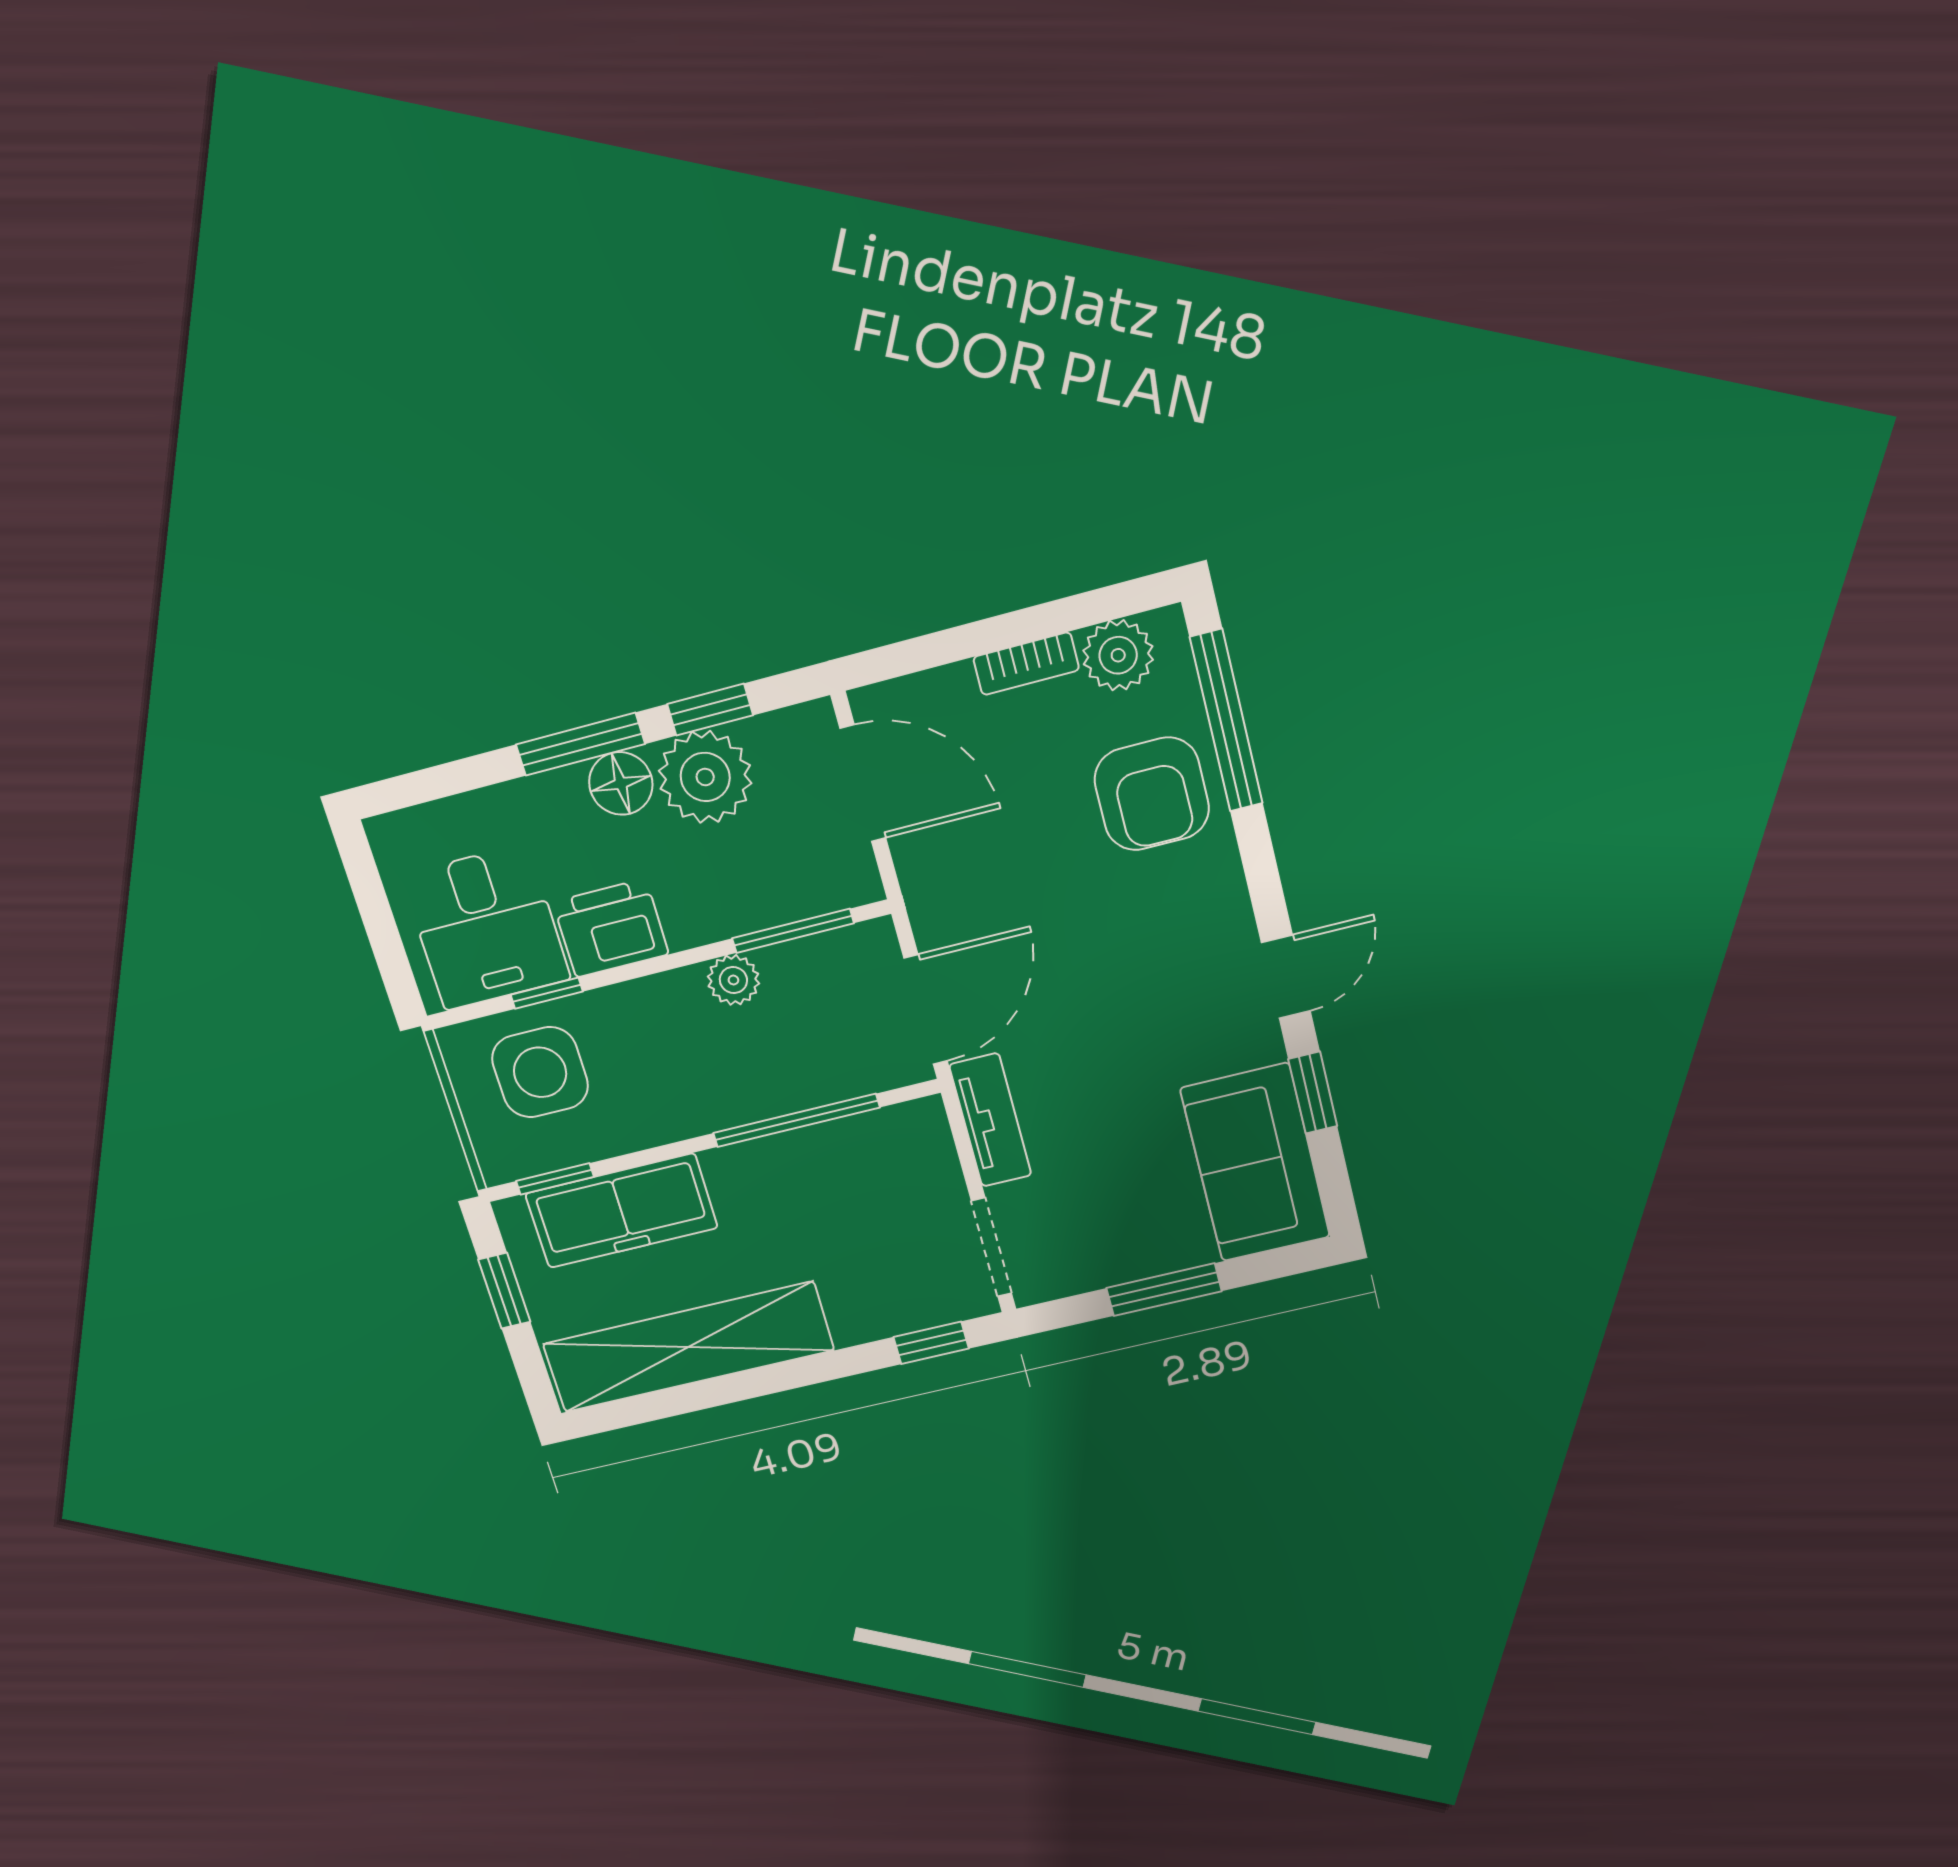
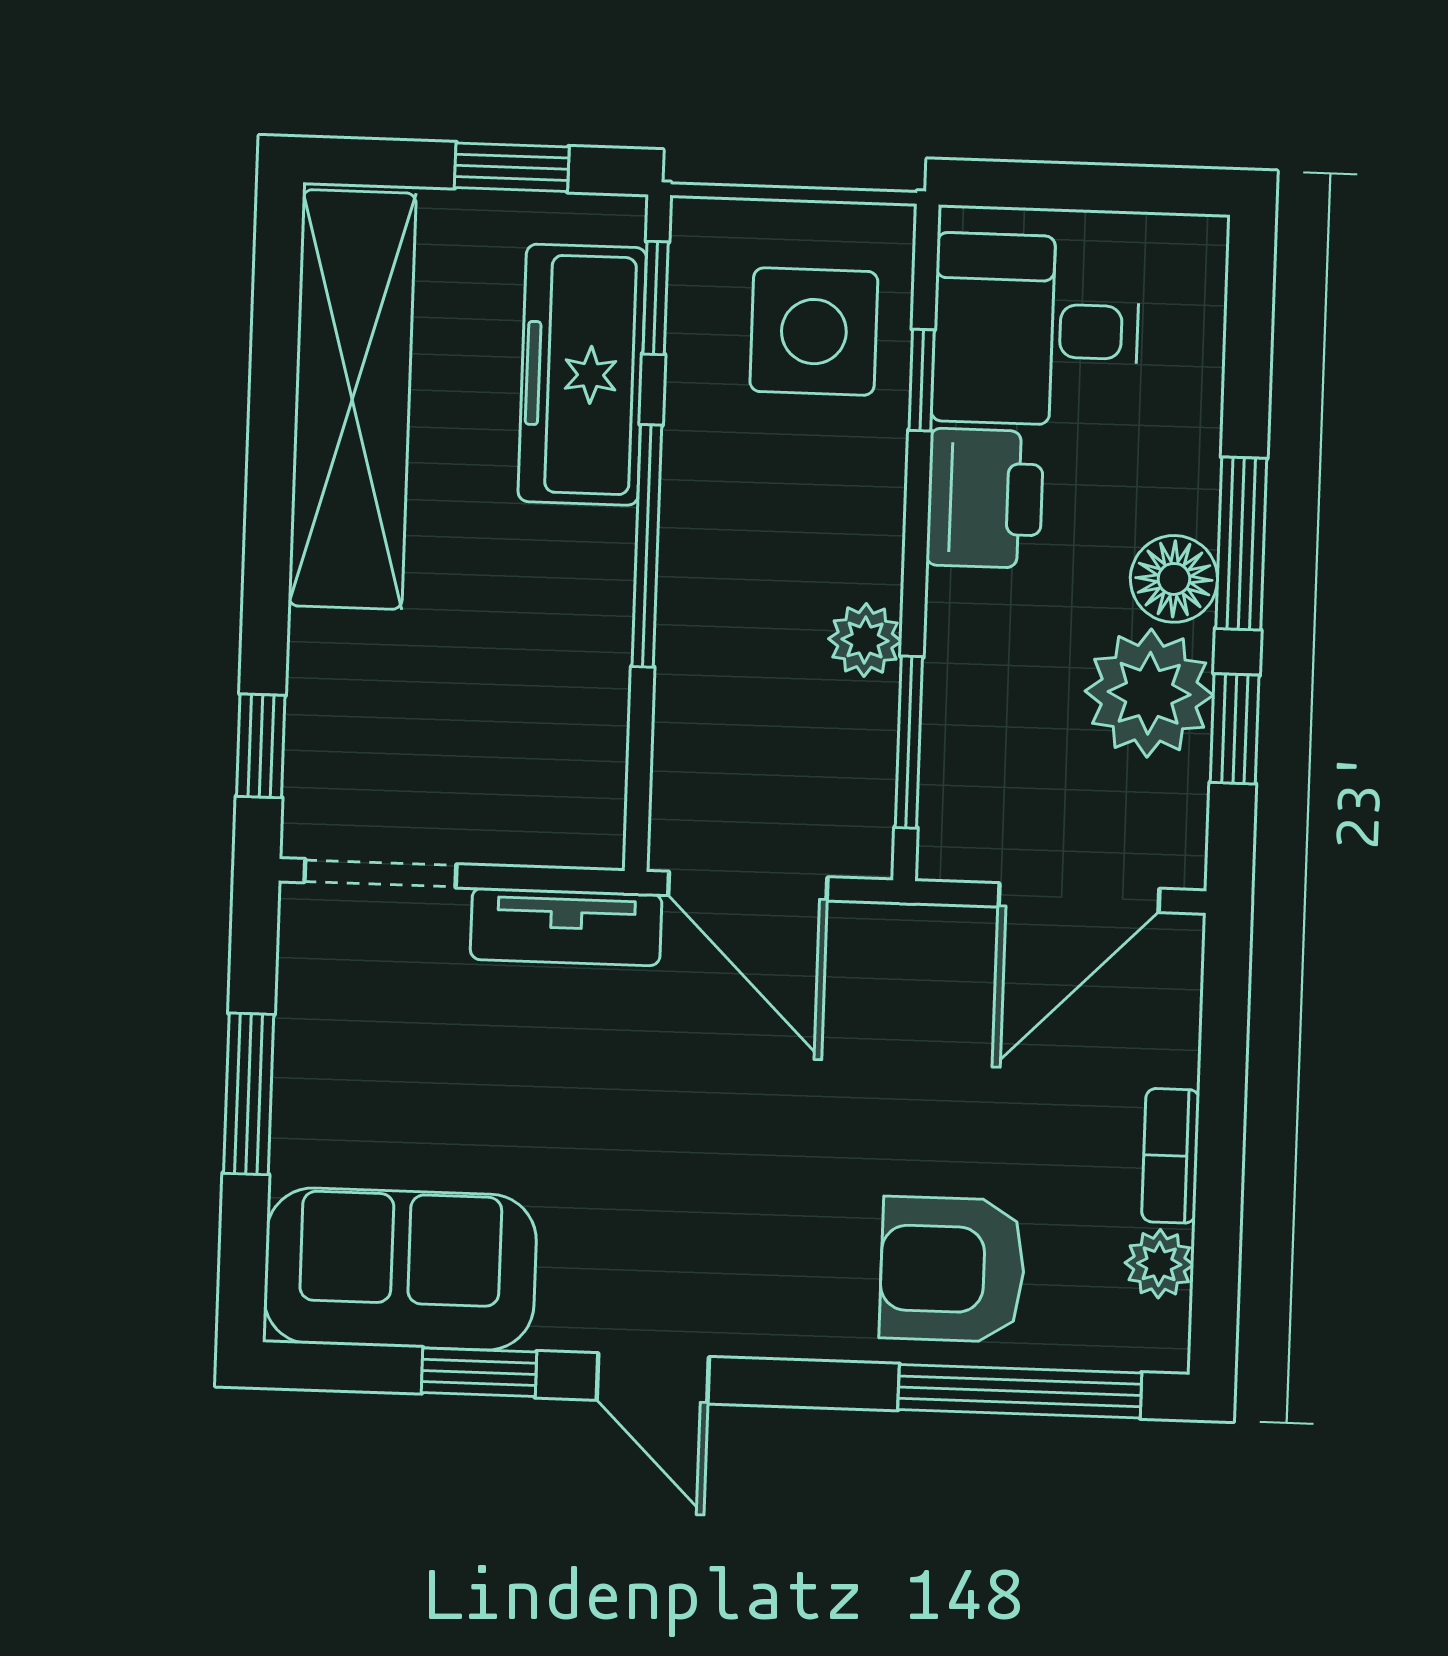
plant: (1118, 655) -> (1159, 1264), width x0.73, depth x0.73
window: (796, 1120) -> (647, 546), moved

